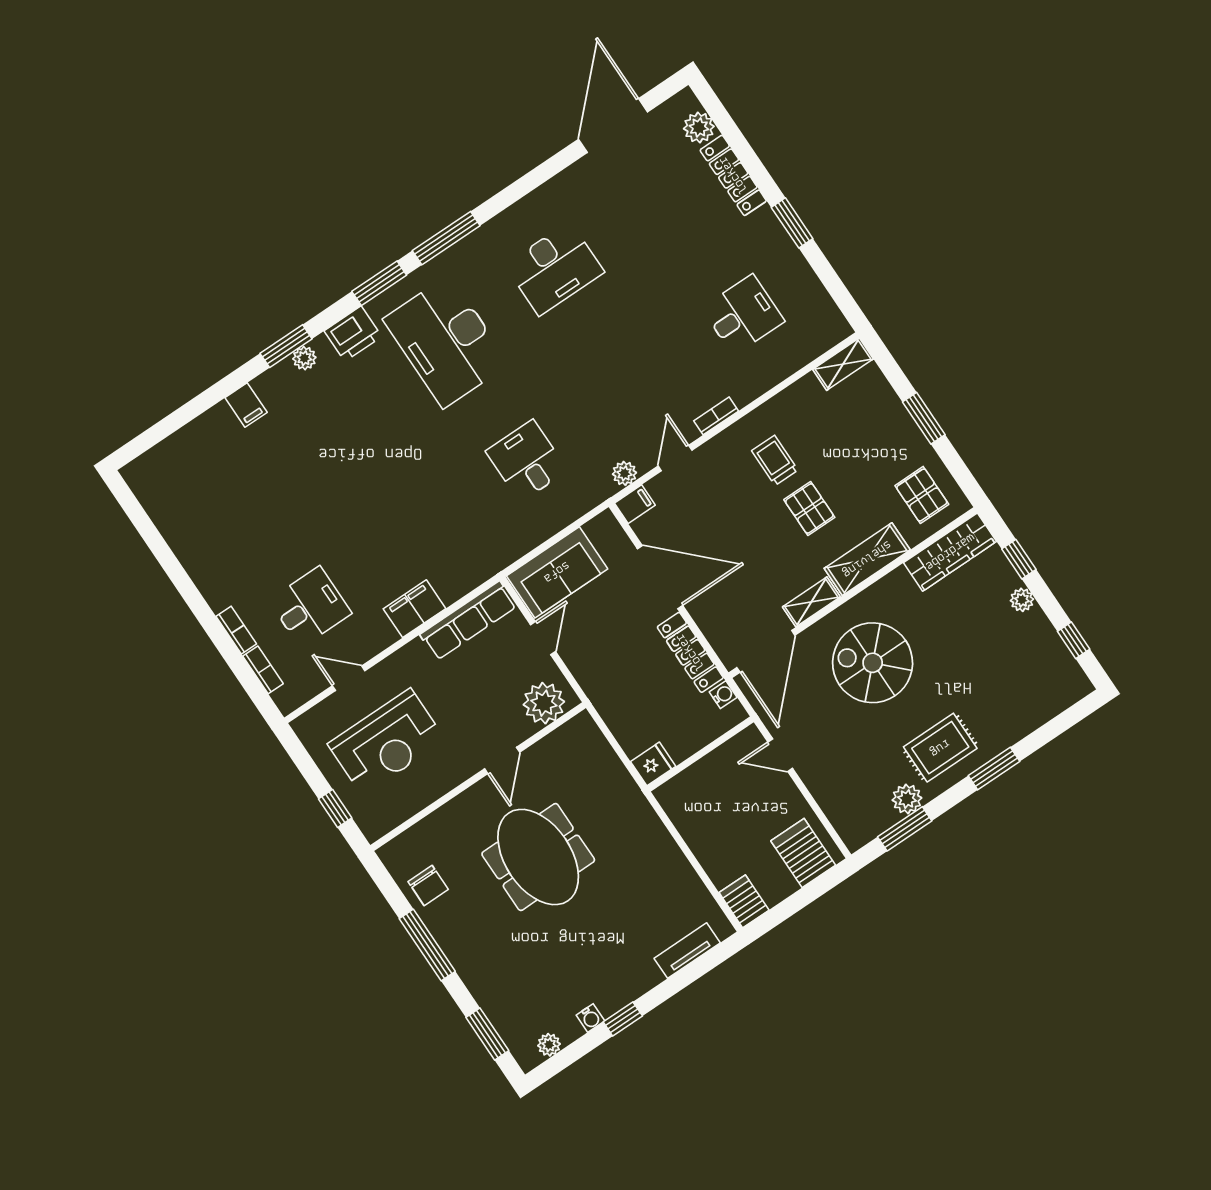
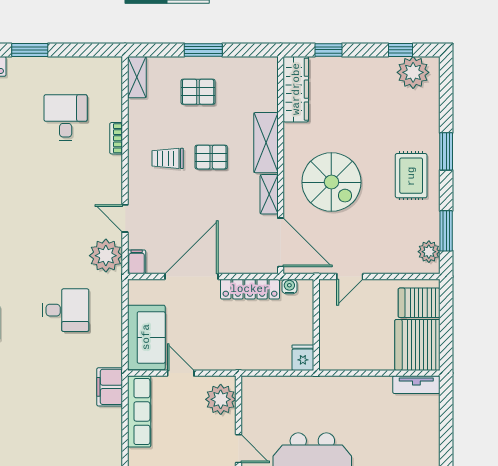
bookcase: (716, 416) -> (116, 138), moved
desk: (527, 461) -> (66, 310), turned 180
plant: (624, 473) -> (106, 256), width x1.87, depth x1.87
pallet: (922, 495) -> (198, 92), moved
plant: (1022, 600) -> (413, 72), moved, width x1.88, depth x1.88
filing cabinet: (414, 609) -> (110, 387), moved
spiral stairs: (873, 663) -> (331, 182), turned -90
plant: (907, 799) -> (429, 252), moved
server rack: (744, 901) -> (417, 345), width x2.18, depth x1.44
tv unit: (687, 951) -> (416, 385), moved, turned -90

